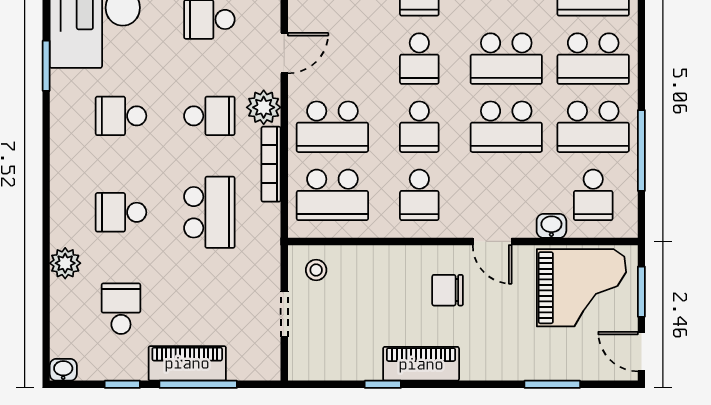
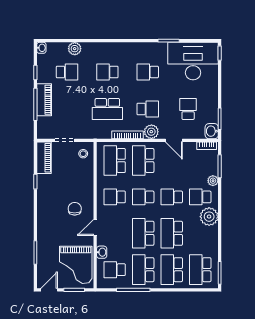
school desk: (121, 116) -> (148, 72), turned -90
school desk: (209, 116) -> (148, 109), turned -90
school desk: (121, 212) -> (107, 72), turned -90
plant: (65, 263) -> (75, 49), moved
piano: (421, 364) -> (44, 158), moved

